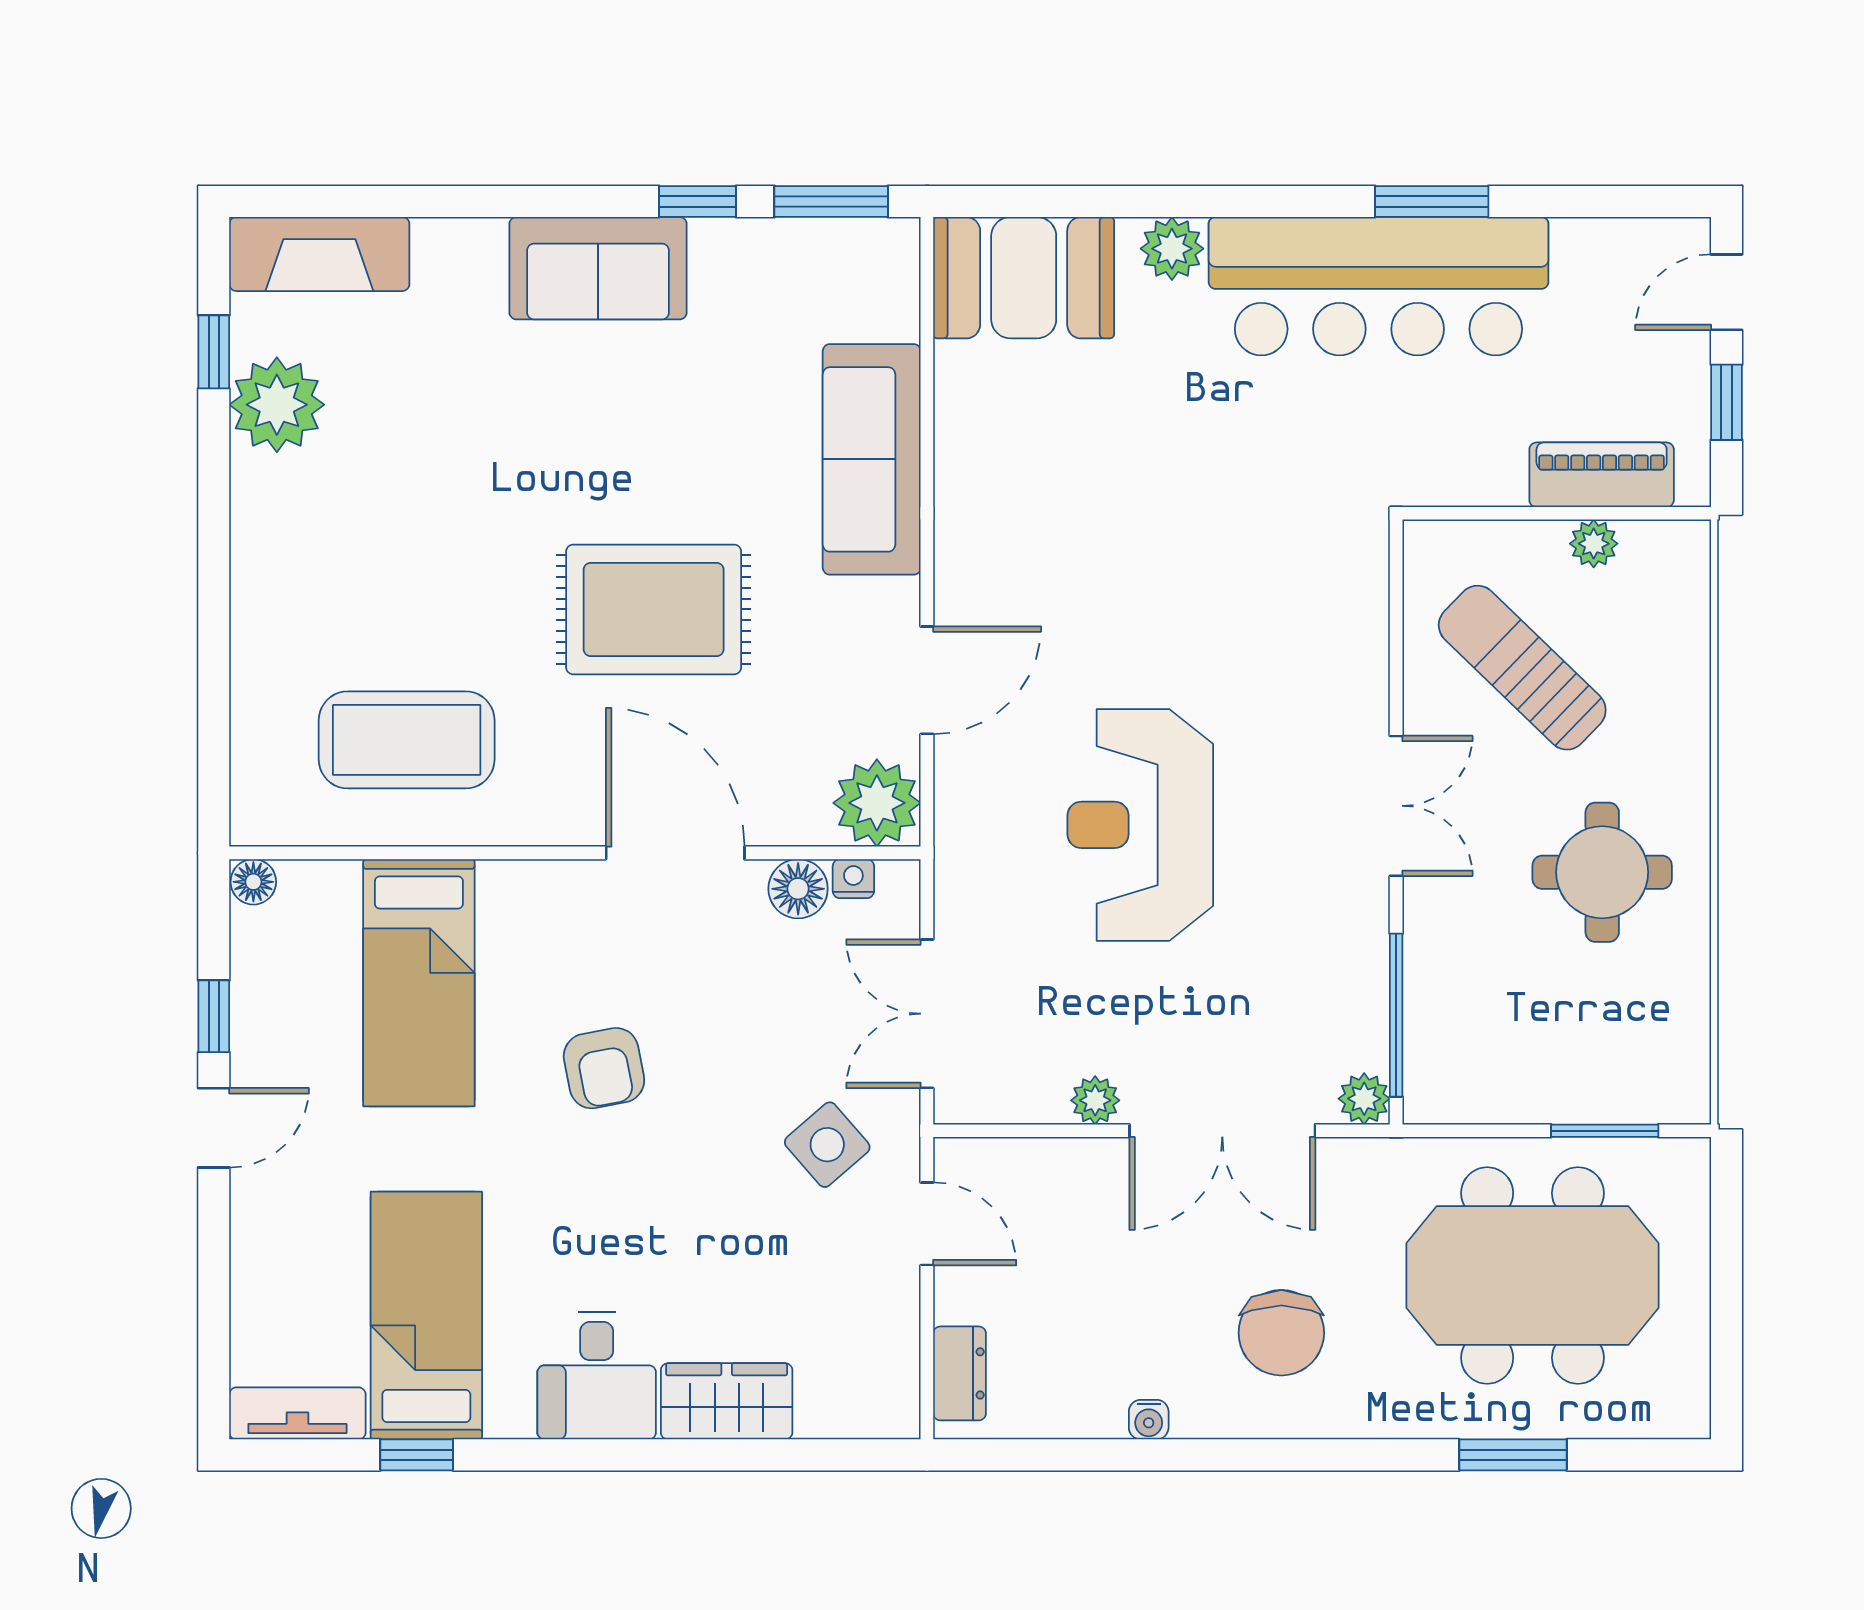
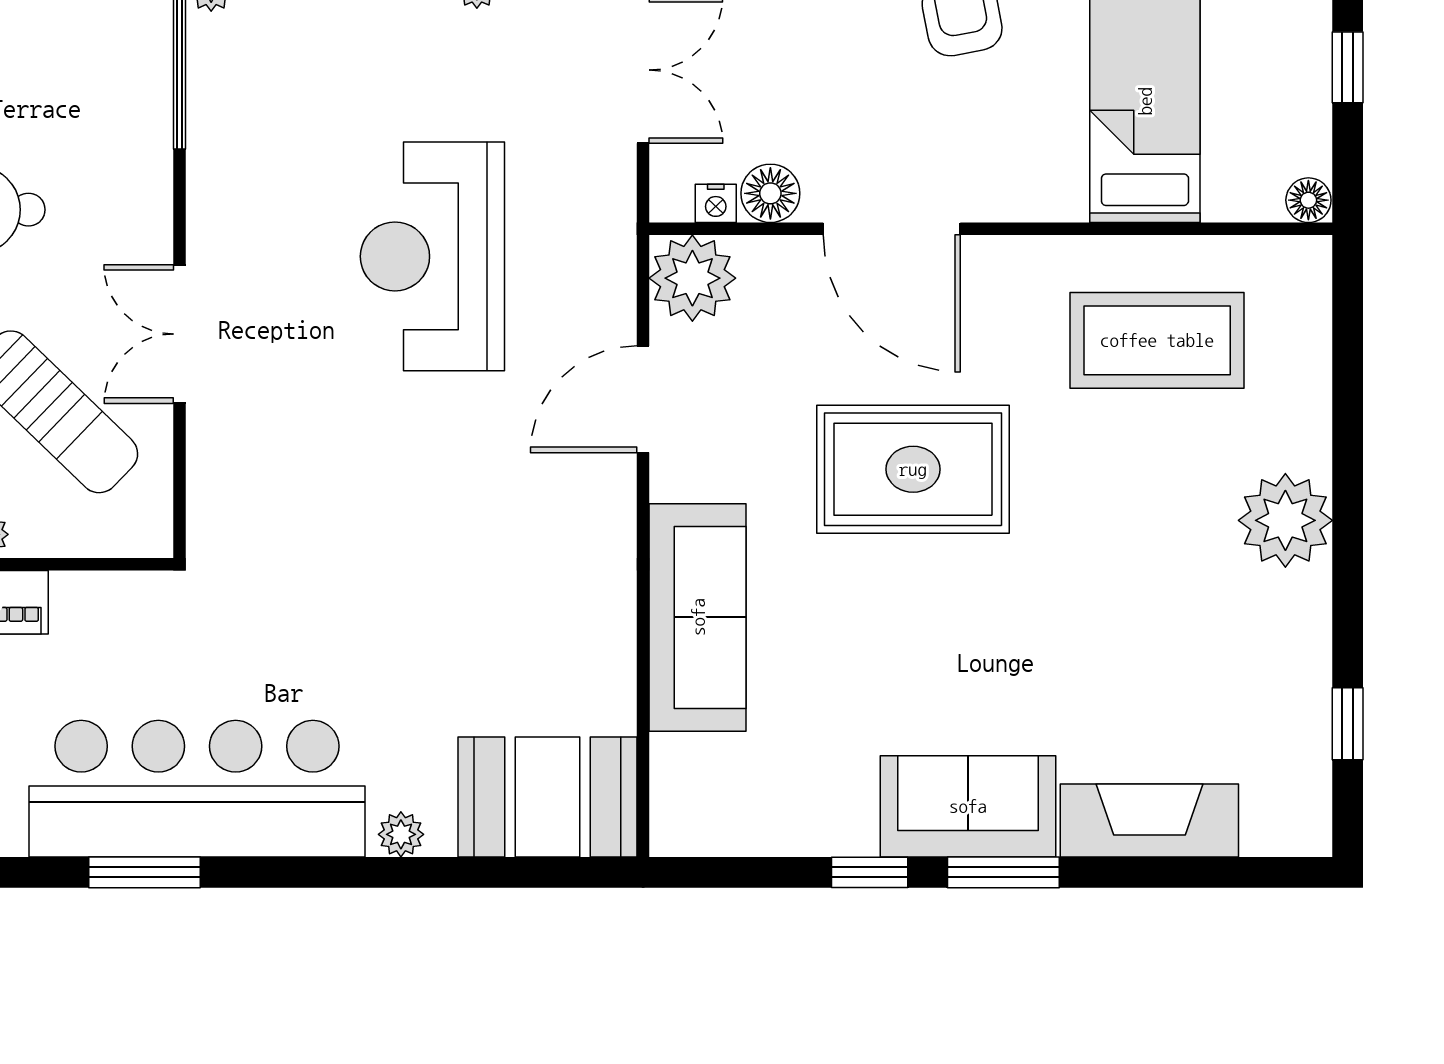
window: (831, 202) -> (1003, 872), moved
plant: (1172, 249) -> (401, 834), width x0.73, depth x0.73
fireplace: (319, 254) -> (1149, 820), moved
plant: (277, 405) -> (1285, 520), moved
double door: (1396, 806) -> (180, 334), moved
reception desk: (1140, 825) -> (432, 256), turned 180

